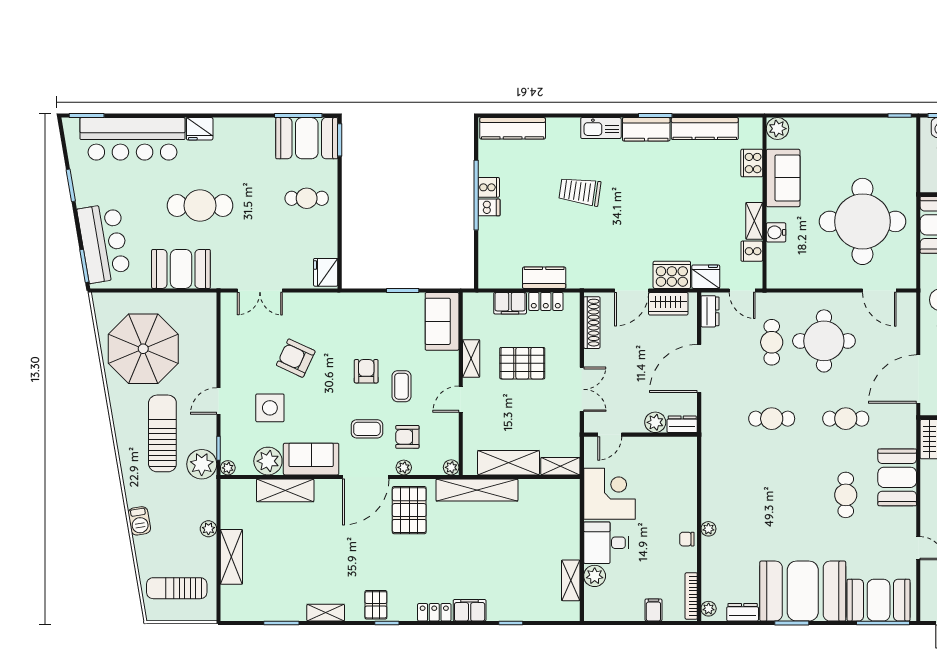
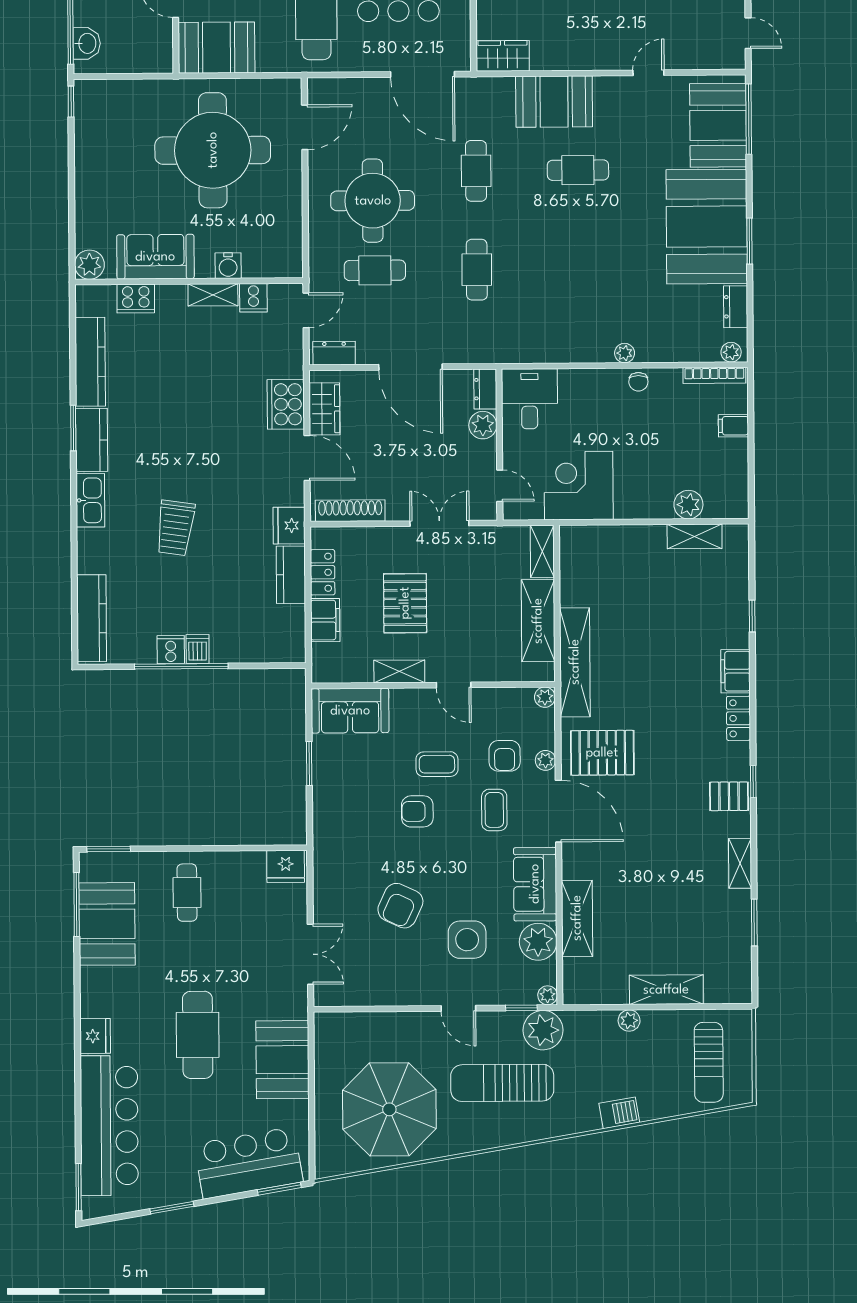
booth: (307, 138) -> (107, 924), moved
fridge: (706, 277) -> (289, 526), moved
desk: (606, 543) -> (530, 399), moved, turned 180

